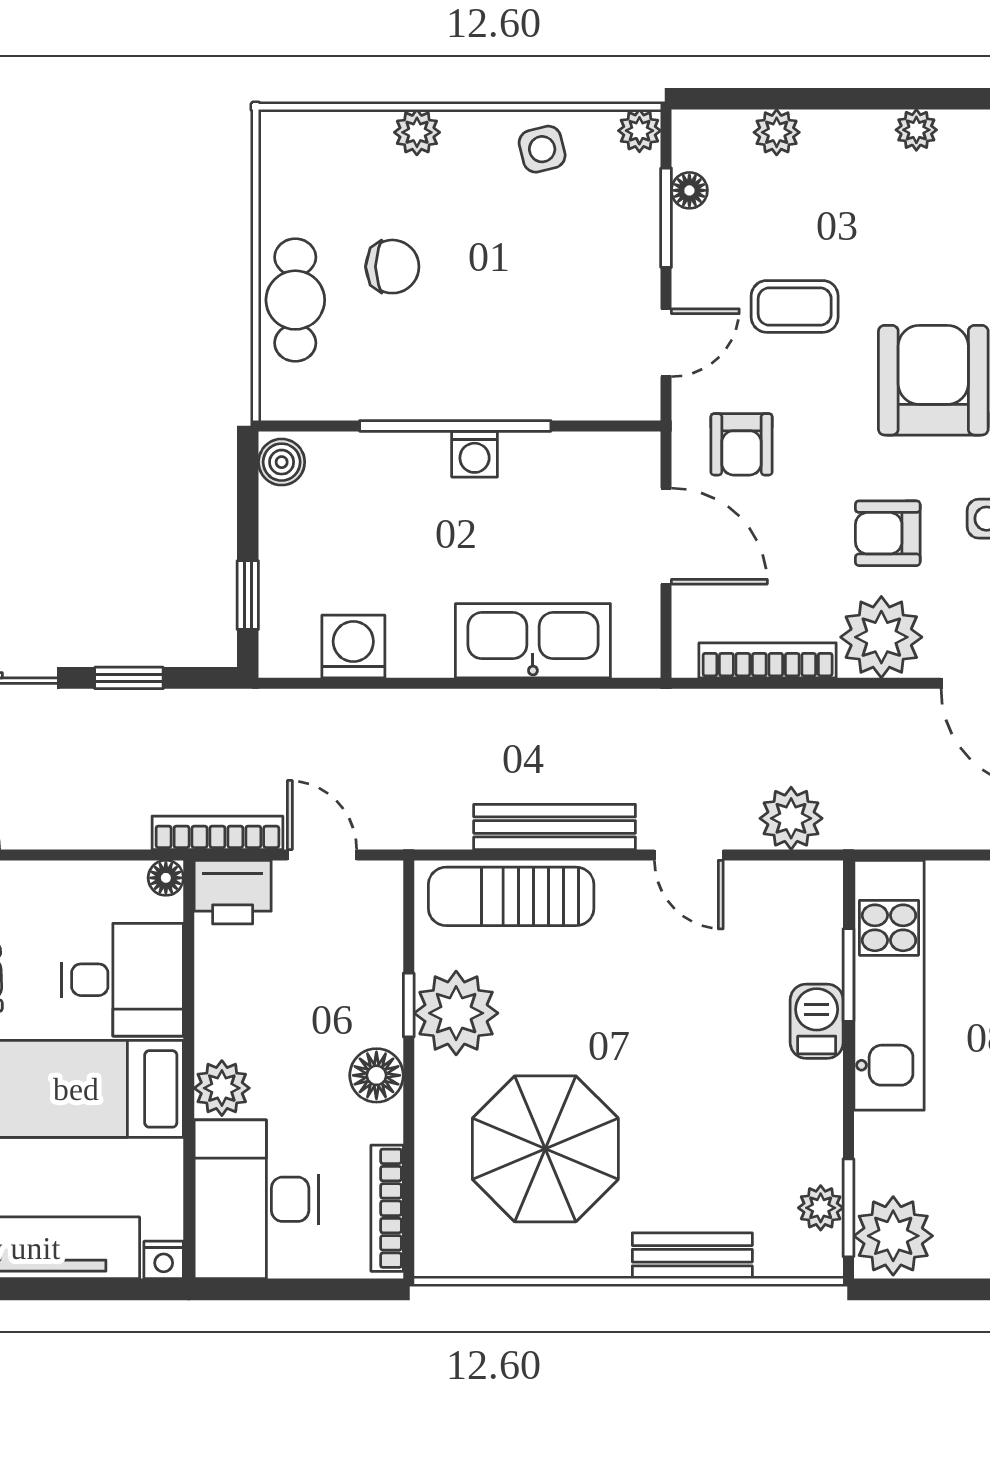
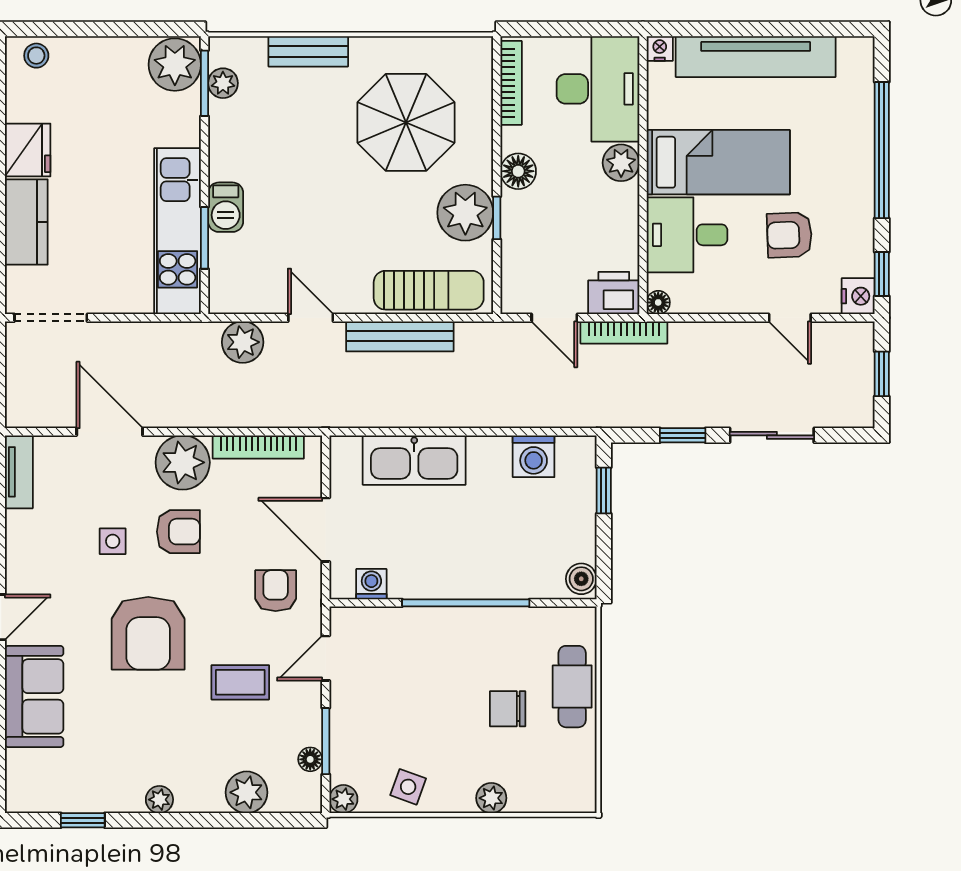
plant: (777, 132) -> (247, 792), width x1.38, depth x1.38
side table: (542, 149) -> (408, 787), turned 34
washing machine: (475, 454) -> (371, 584), moved

